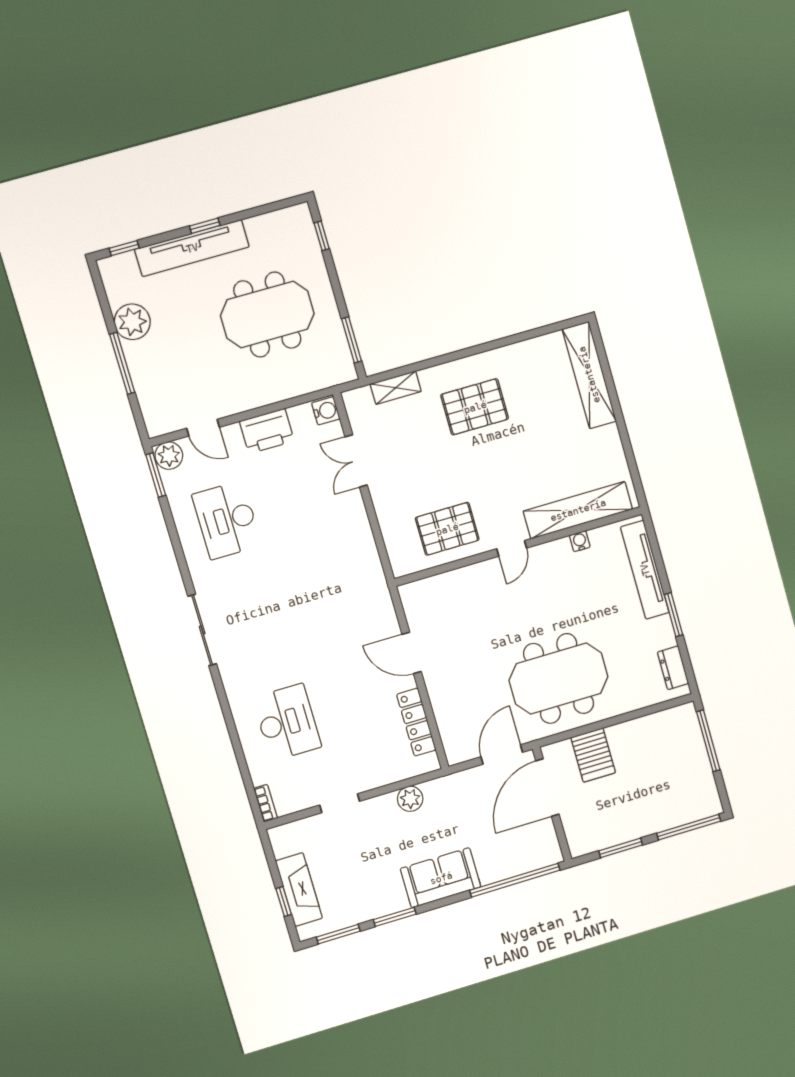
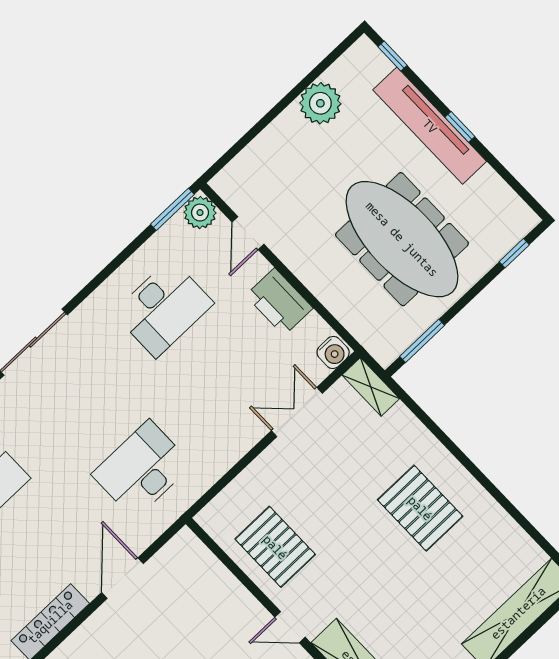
meeting table: (267, 315) -> (402, 239), width x1.36
window: (122, 363) -> (272, 115), removed
shelving: (396, 388) -> (371, 387), moved
desk: (227, 520) -> (163, 308), turned 180
desk: (339, 598) -> (142, 469), added

